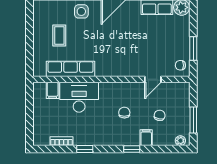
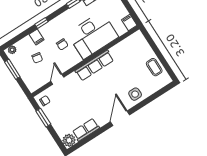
coffee table: (59, 35) -> (154, 67), moved
row of seats: (71, 69) -> (94, 65), moved
filing cabinet: (53, 90) -> (129, 23), moved
desk: (79, 97) -> (93, 35), width x1.36, depth x1.30

